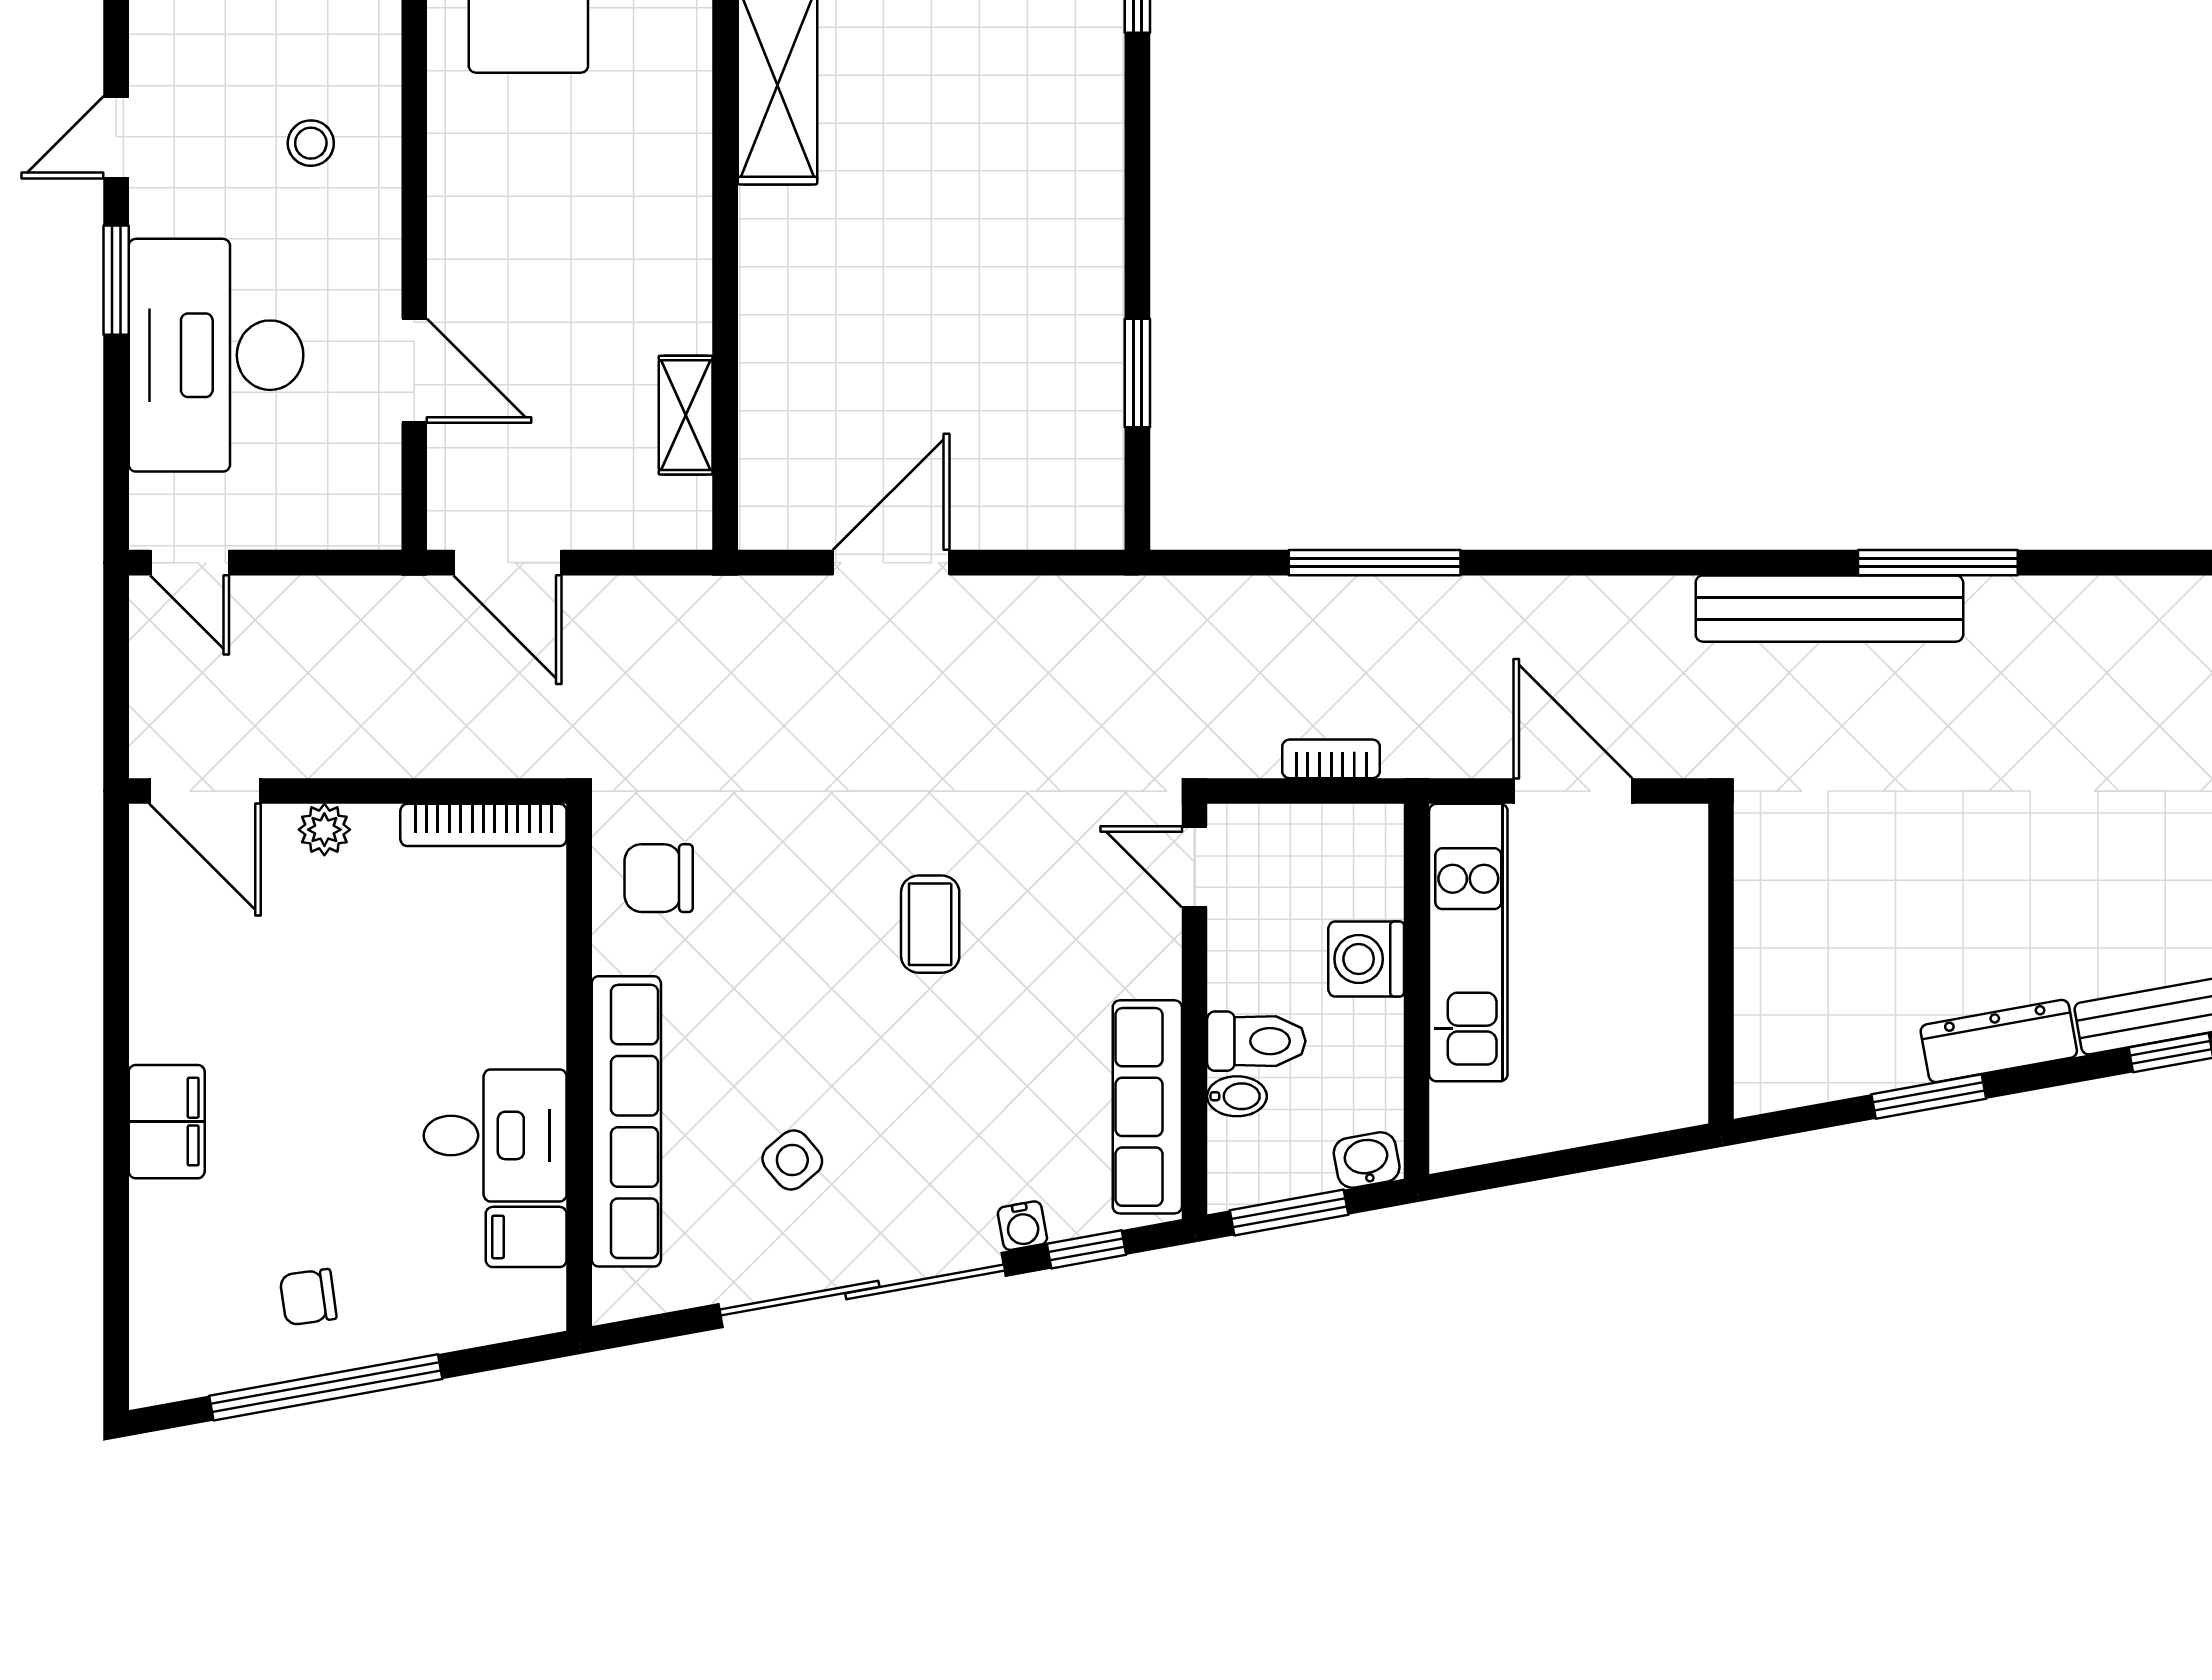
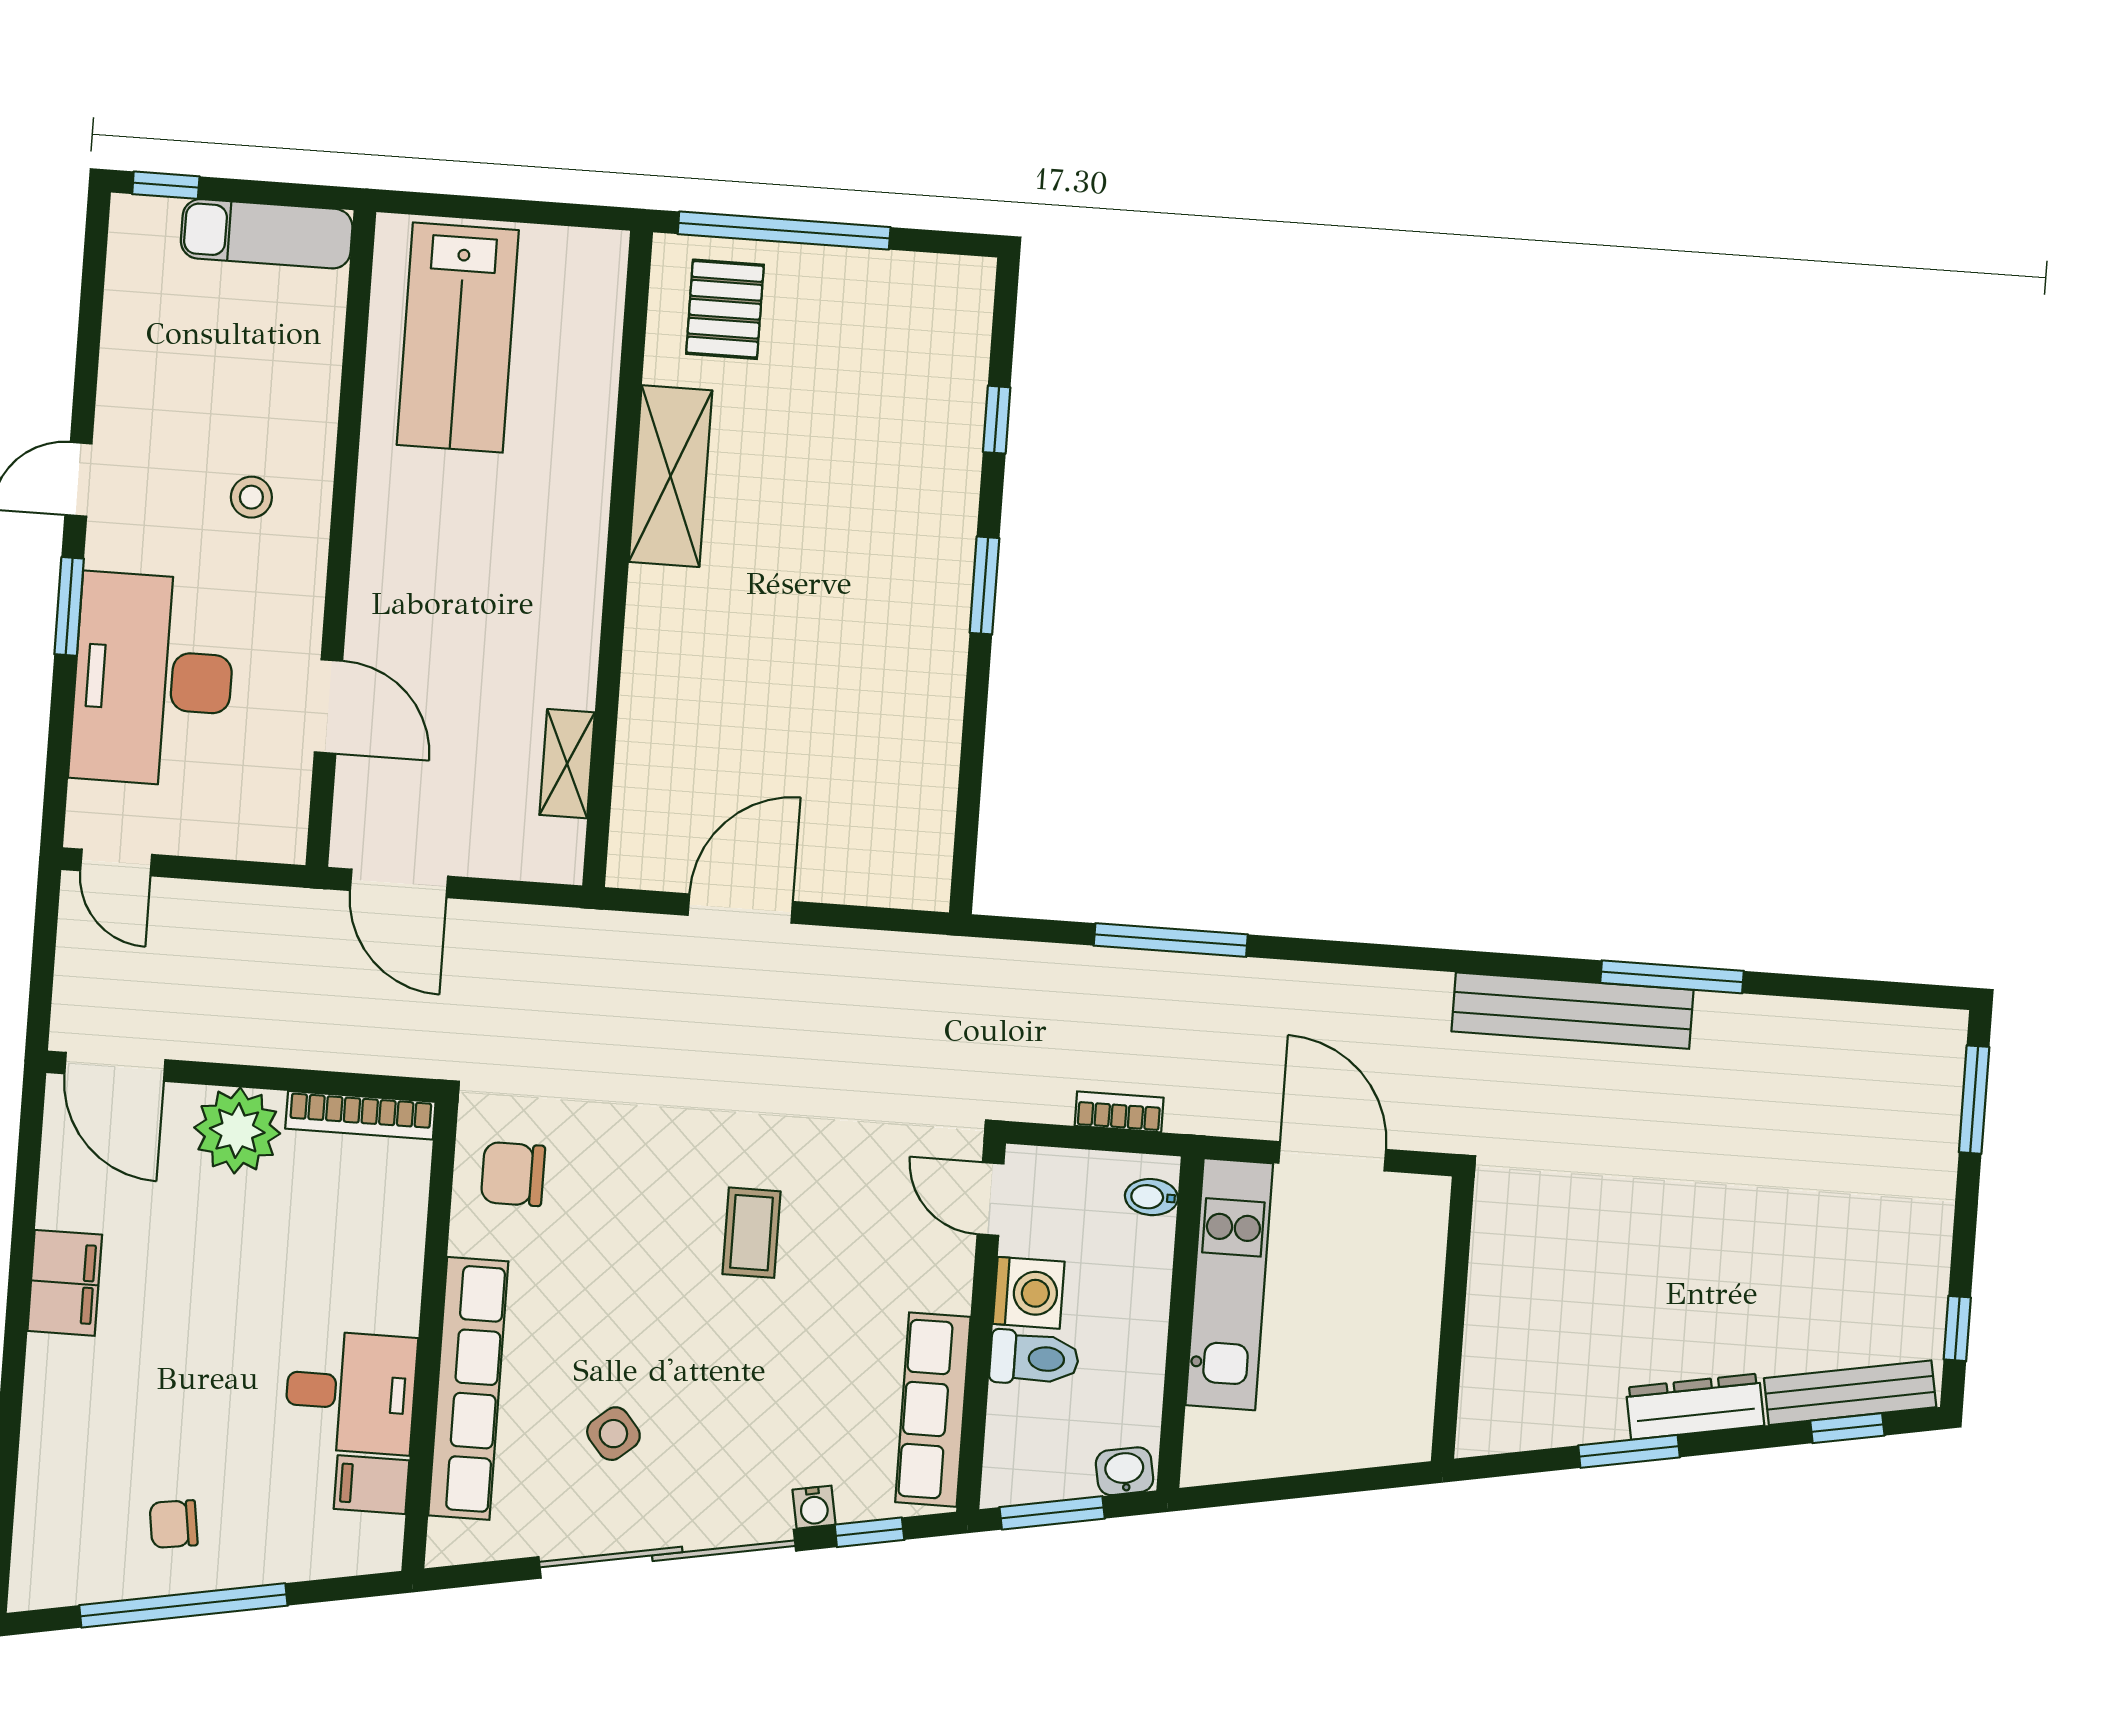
window: (1137, 373) -> (984, 585), moved
plant: (324, 830) -> (237, 1131), width x1.88, depth x1.88
washing machine: (1366, 959) -> (1029, 1293), moved, turned 180
bidet: (1237, 1096) -> (1151, 1197), moved, turned 180
filing cabinet: (167, 1122) -> (65, 1283), moved

